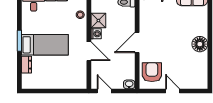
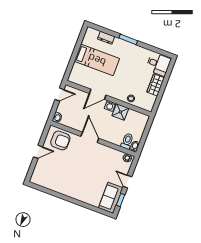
floor lamp: (200, 44) -> (69, 189), removed
bed: (45, 45) -> (97, 60), moved, turned -90

